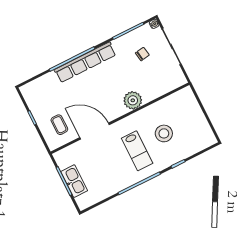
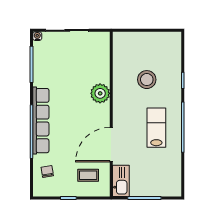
chair: (142, 54) -> (47, 172), moved
lab bench: (137, 151) -> (156, 128), moved, turned -90
kitchen sink: (74, 181) -> (121, 181), moved, turned 90

